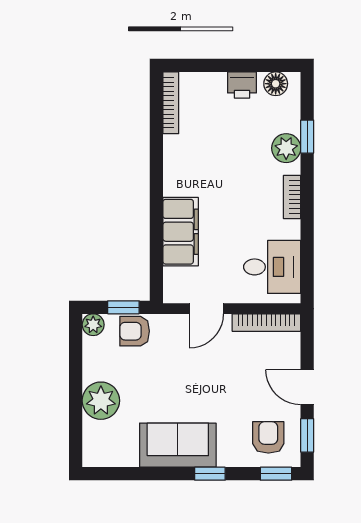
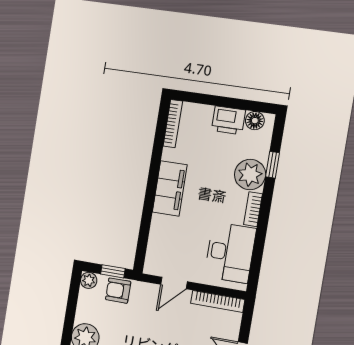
printer: (242, 85) -> (228, 120), width x1.36, depth x1.24
plant: (286, 148) -> (250, 175), width x1.36, depth x1.36
filing cabinet: (181, 232) -> (170, 188), moved
desk: (272, 267) -> (230, 253), width x1.37

